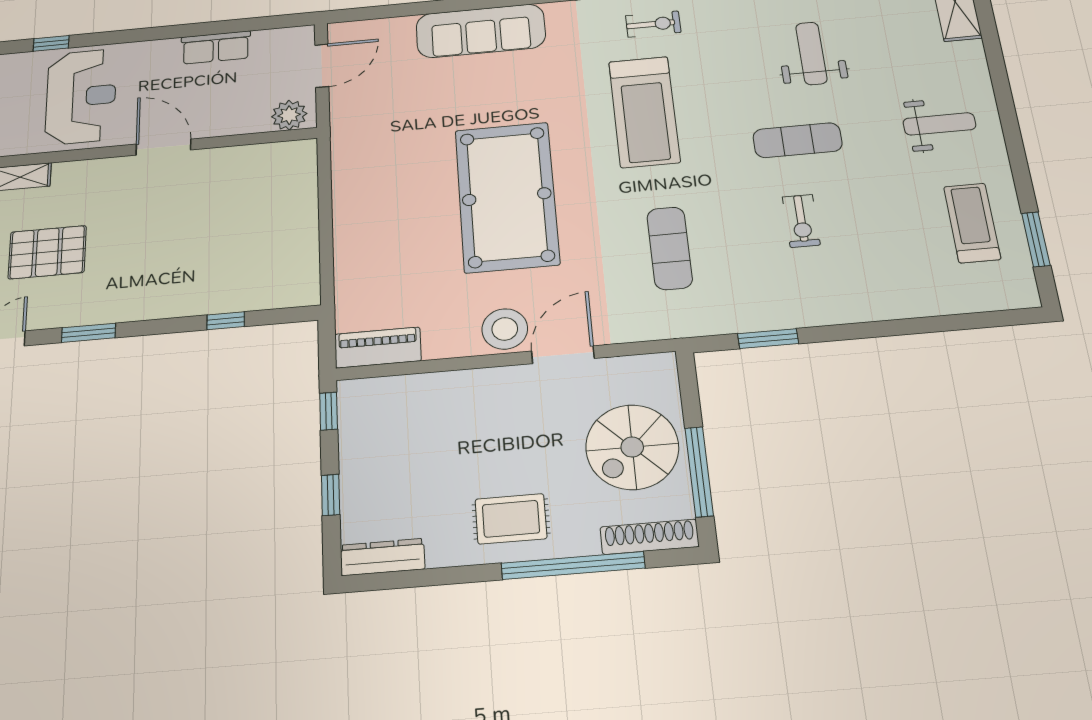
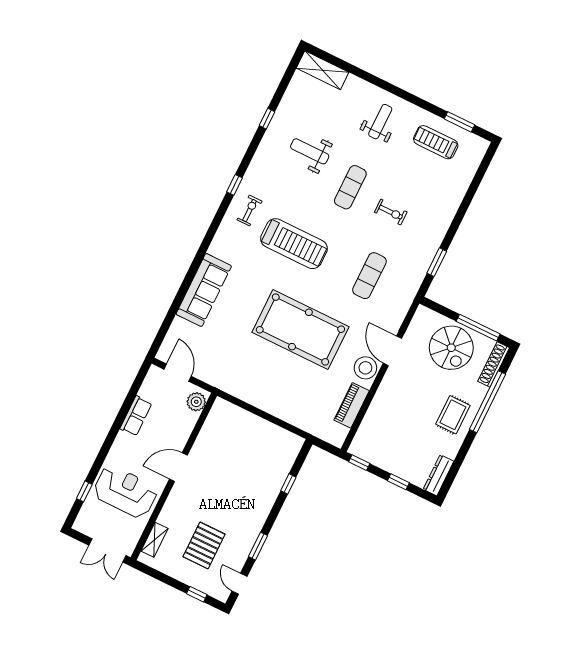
exercise mat: (670, 248) -> (369, 276), turned 90
piano: (378, 348) -> (352, 405), moved

